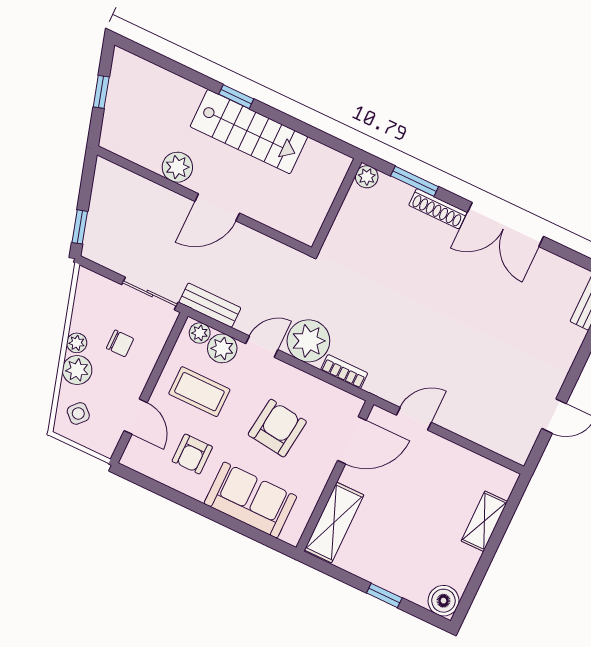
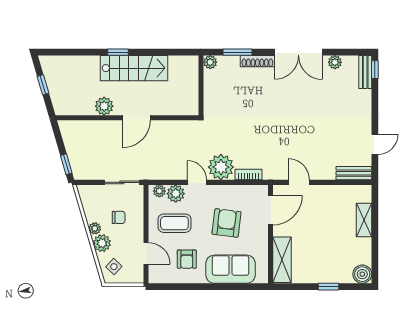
plant: (553, 265) -> (335, 62), added
bench: (210, 305) -> (354, 173), moved
door: (262, 347) -> (197, 182), hinge flipped
door: (414, 419) -> (299, 182), hinge flipped

